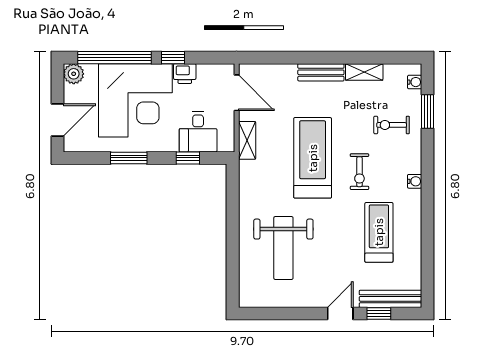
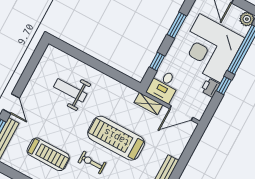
desk: (198, 132) -> (164, 86), moved, turned -90
treadmill: (313, 158) -> (116, 138), turned 180
weight bench: (283, 248) -> (70, 90), width x0.73, depth x0.75

